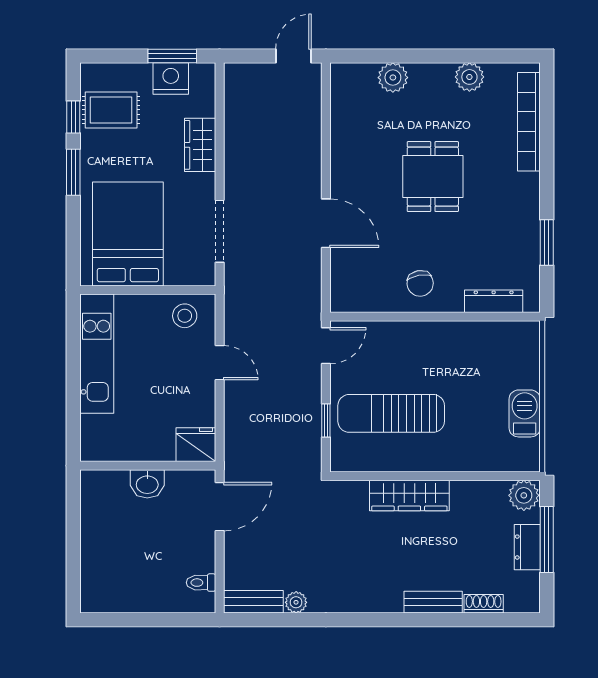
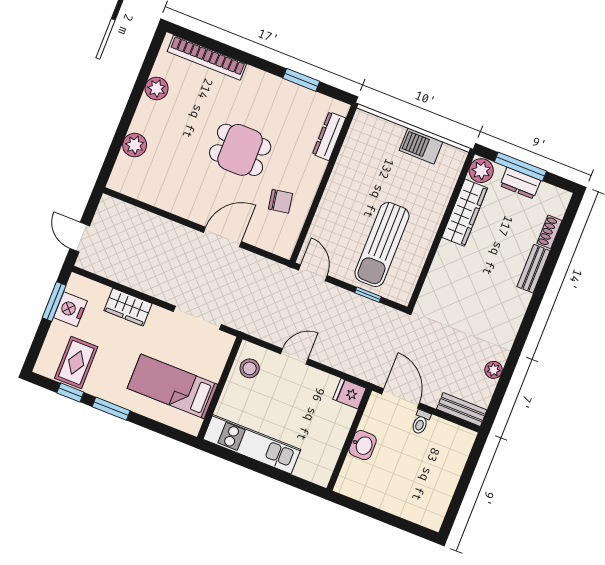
door: (293, 56) -> (80, 237), moved
dining table: (433, 177) -> (240, 150), moved
bed: (128, 234) -> (173, 386), width x0.67
chair: (420, 283) -> (280, 201), moved
fridge: (196, 445) -> (349, 394), width x0.72
wardrobe: (409, 496) -> (465, 213), moved
toilet: (201, 583) -> (421, 422), moved
bench: (253, 602) -> (462, 409), moved, turned 90

